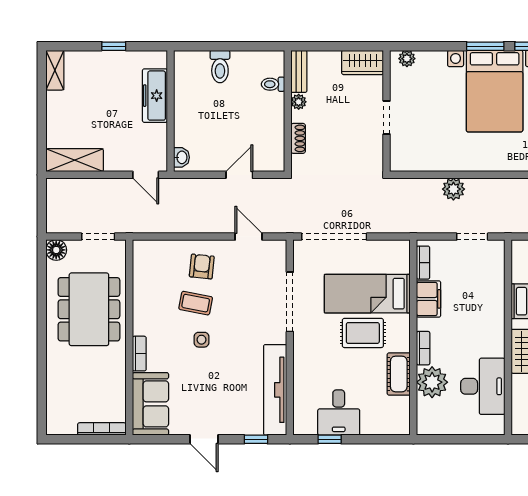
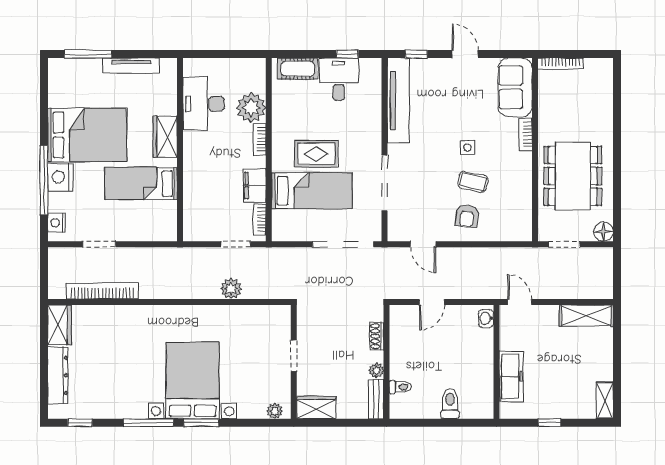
doorway: (472, 237) -> (236, 244), moved
cot: (399, 374) -> (298, 69), moved, turned 90

